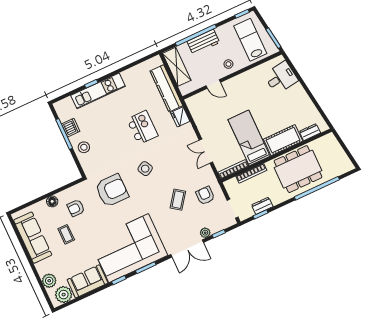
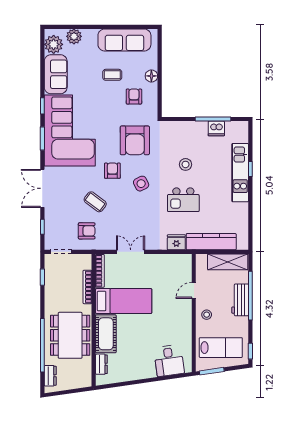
stool: (84, 147) -> (186, 164), moved
armchair: (146, 197) -> (112, 171), added
dresser: (262, 206) -> (50, 376), moved
plant: (205, 233) -> (50, 214), removed

